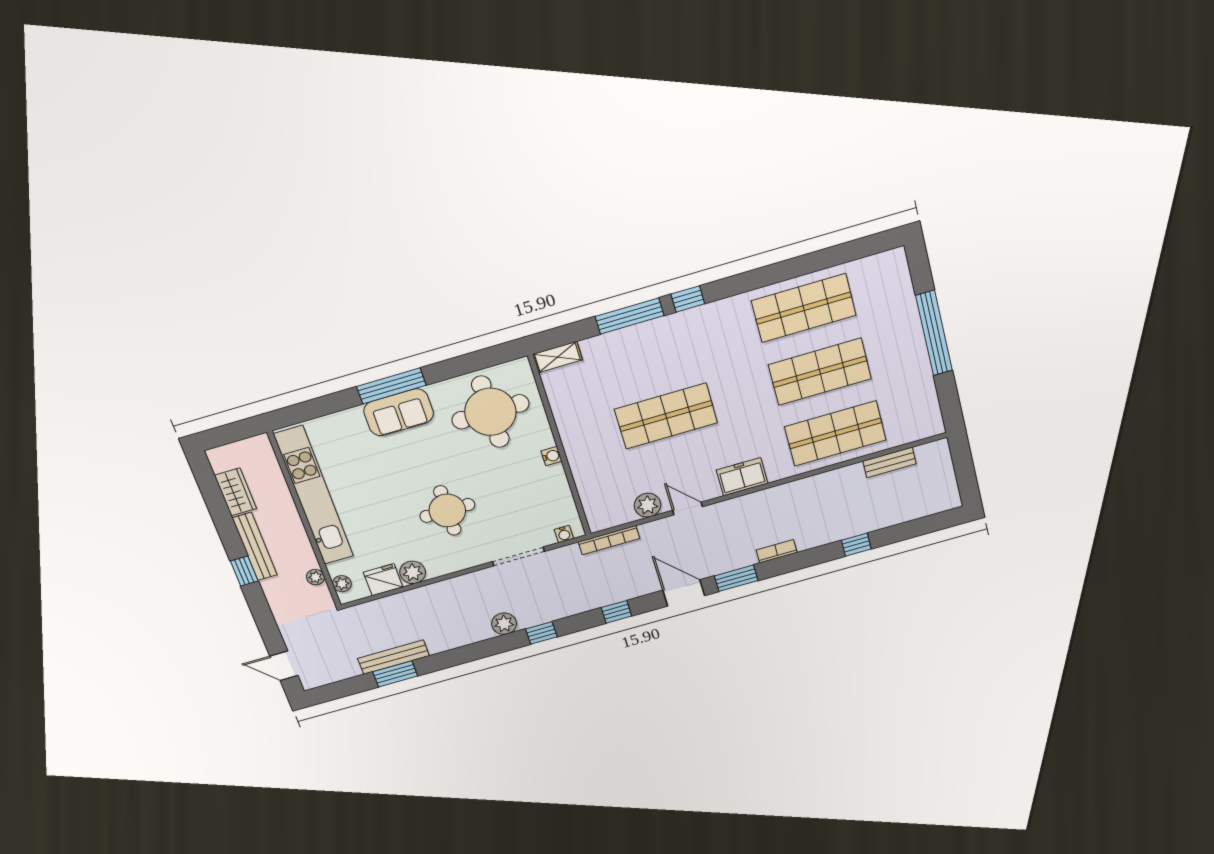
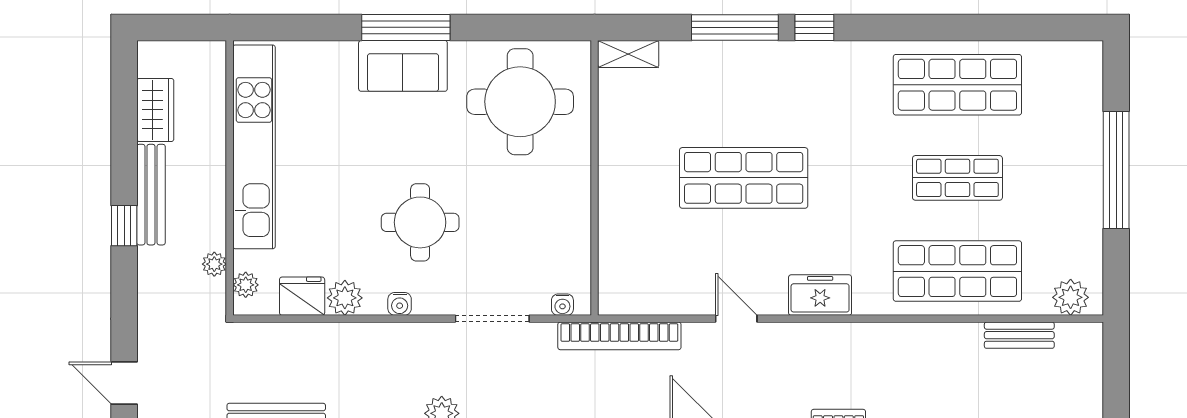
shop shelf: (820, 372) -> (957, 178), width x0.70, depth x0.74
water cooler: (551, 456) -> (400, 304), moved, turned 90
plant: (648, 505) -> (1071, 297), moved
bookcase: (609, 540) -> (619, 336), width x1.48, depth x1.31

